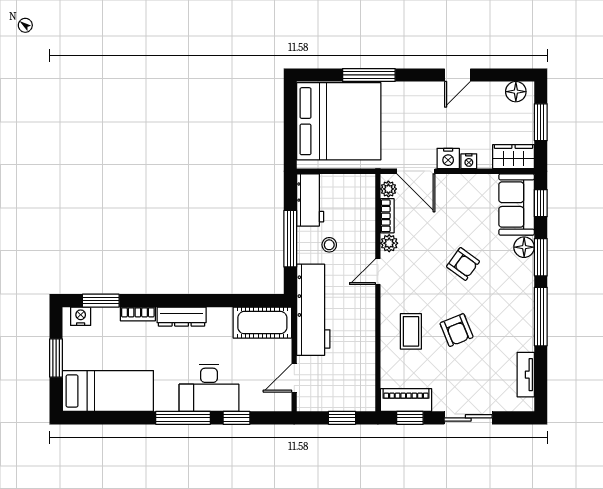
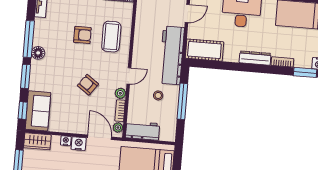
workbench: (310, 200) -> (143, 131), moved, turned 90
floor lamp: (524, 247) -> (38, 53), moved
armchair: (463, 264) -> (88, 85), moved
armchair: (457, 330) -> (82, 35), turned 112
coffee table: (411, 331) -> (111, 37), width x1.36, depth x1.30

